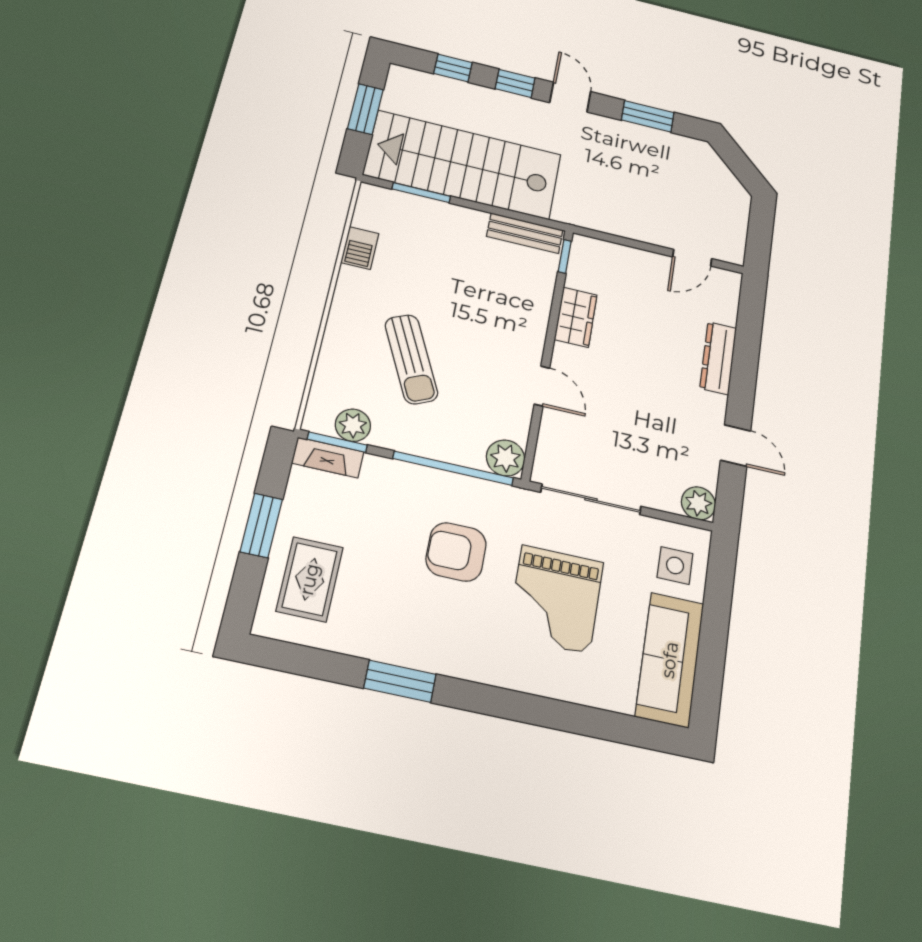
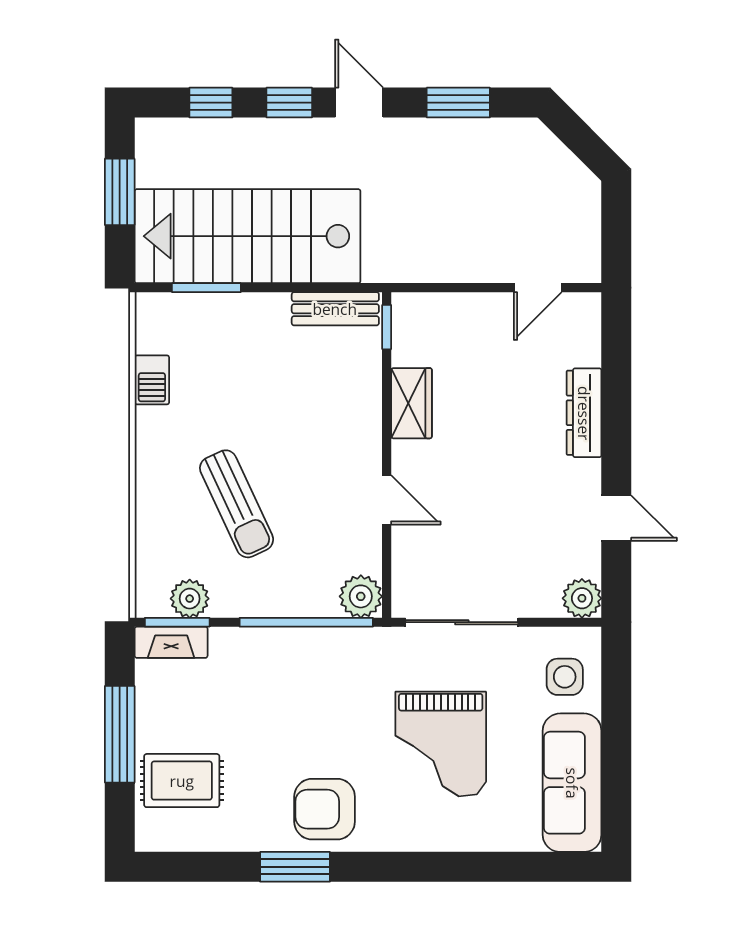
window: (261, 525) -> (120, 734), width x1.44
armchair: (456, 552) -> (325, 809), moved
rug: (310, 579) -> (182, 781), turned 90

